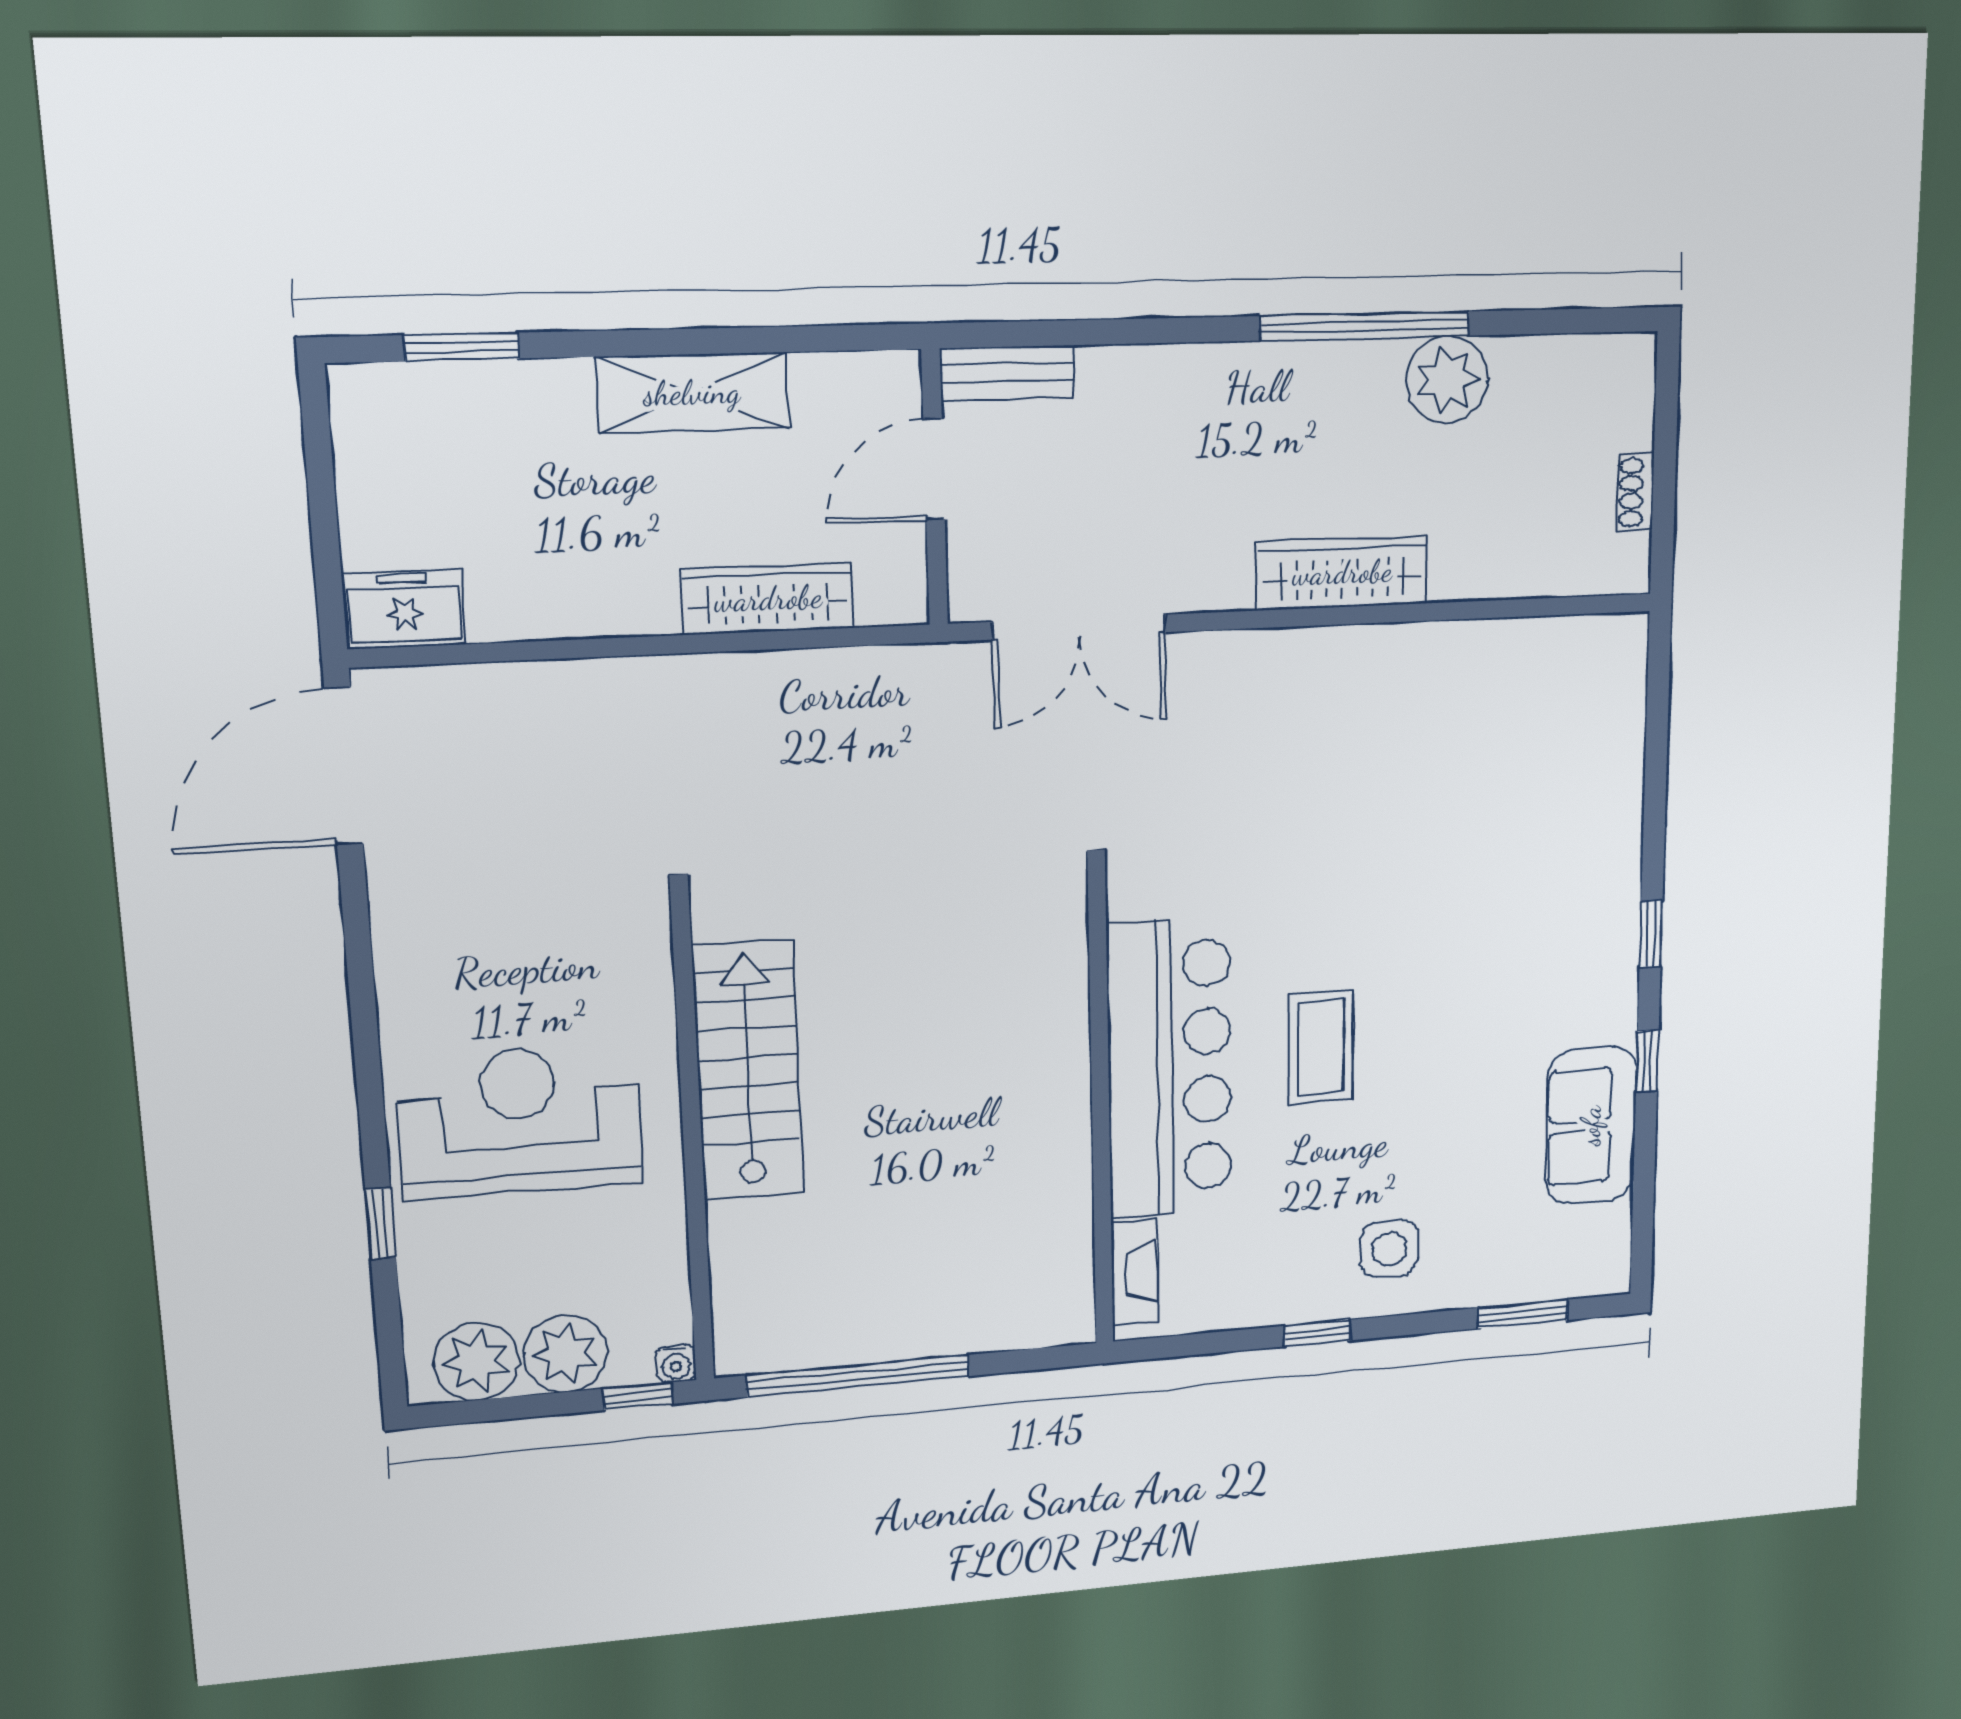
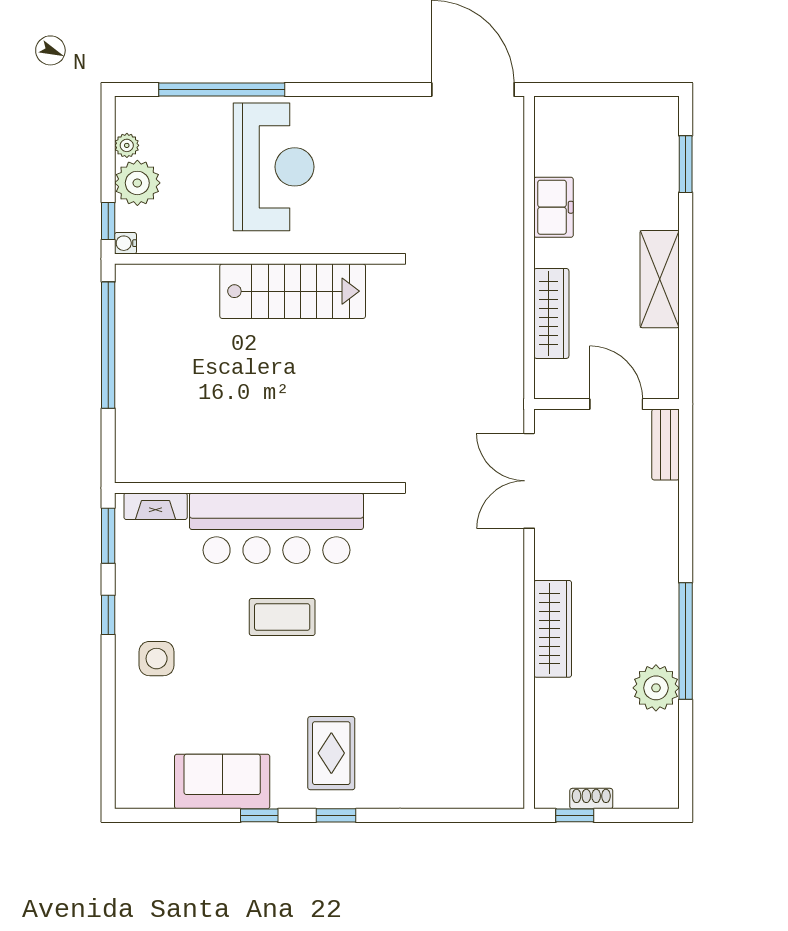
window: (1663, 521) -> (575, 815), added
freezer: (404, 609) -> (554, 207), moved
rug: (1549, 949) -> (331, 753), added
window: (380, 1223) -> (222, 90), width x3.17
window: (1523, 1314) -> (108, 536), moved
plant: (476, 1361) -> (127, 145), width x0.53, depth x0.53

